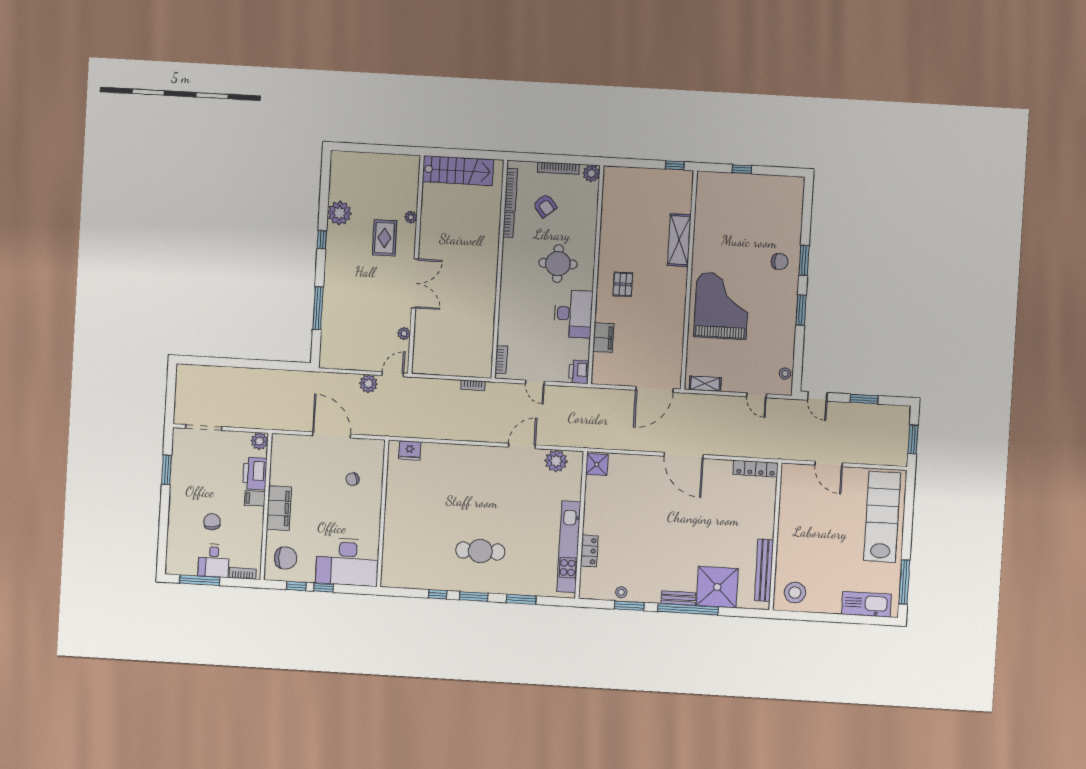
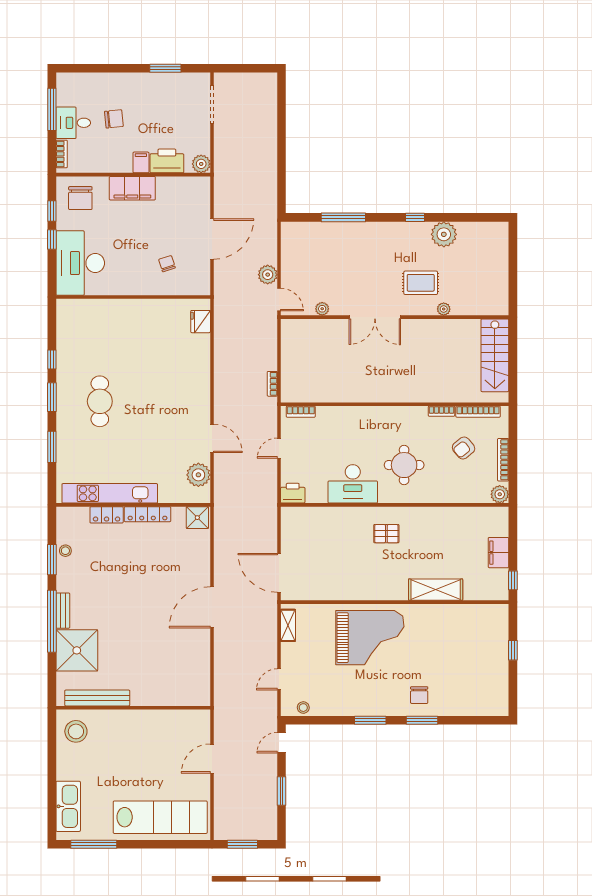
filing cabinet: (603, 338) -> (498, 553), moved, turned 90
locker: (756, 469) -> (147, 514), moved, turned -90

